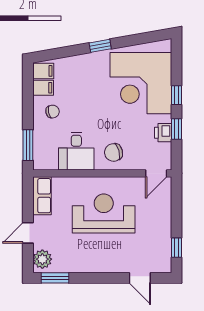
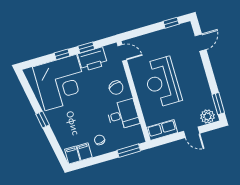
printer: (163, 133) -> (92, 59), width x1.87, depth x1.48

